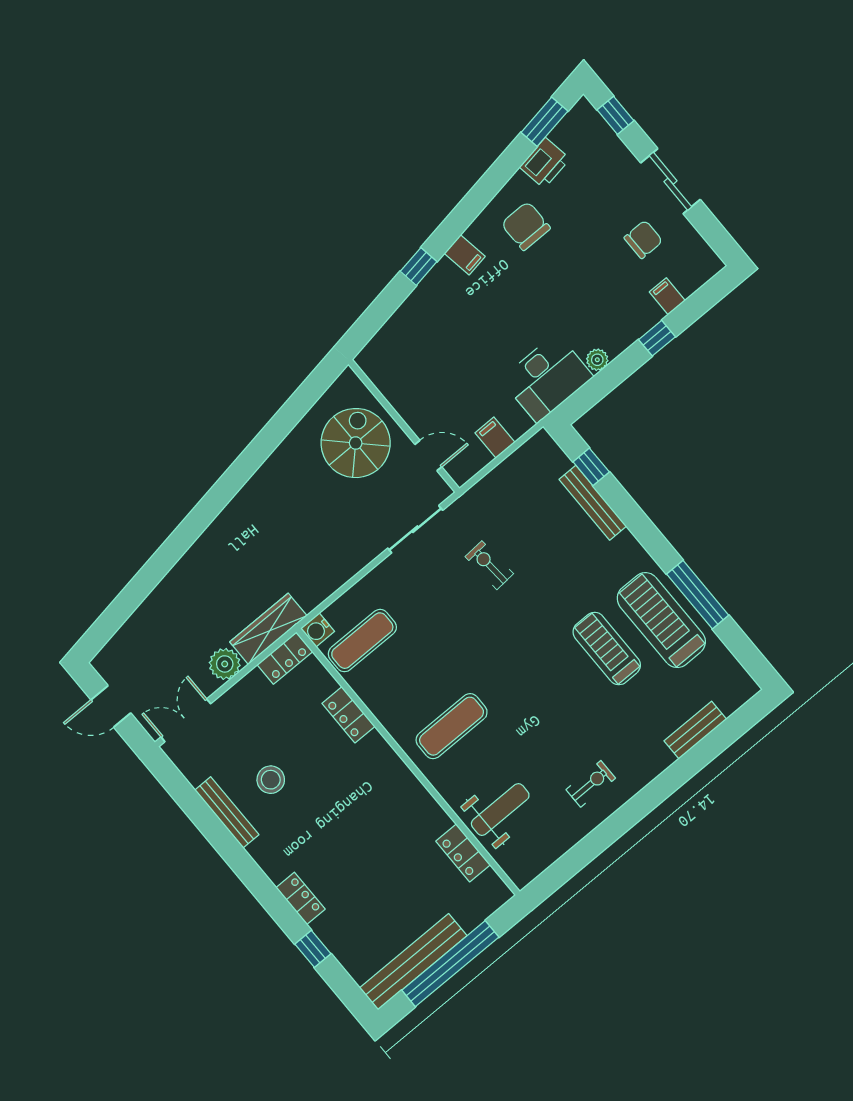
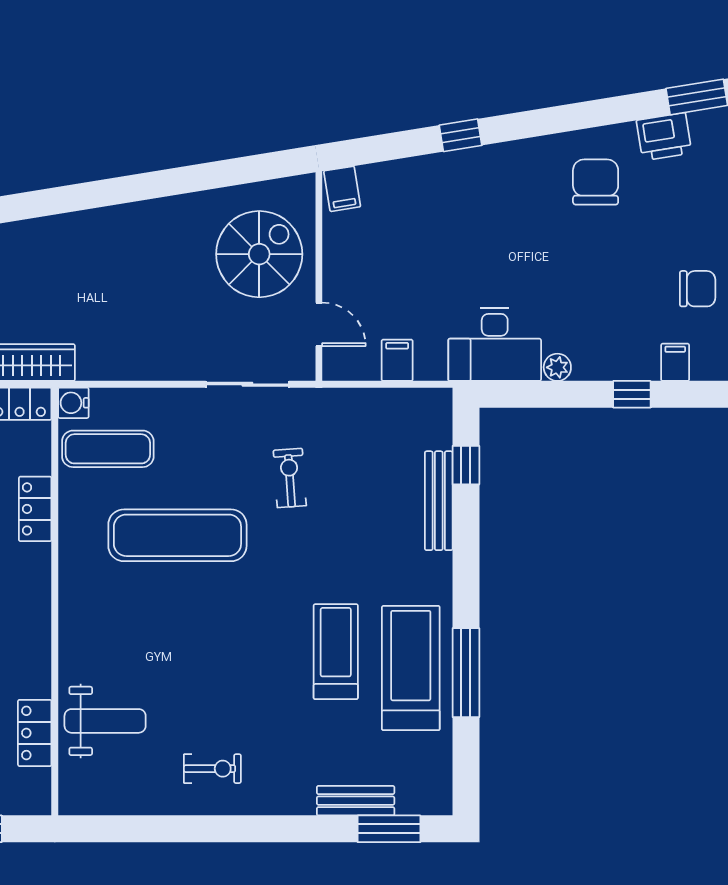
filing cabinet: (465, 255) -> (342, 189), moved
exercise mat: (452, 726) -> (177, 535), moved, width x1.36, depth x1.45
window: (730, 730) -> (389, 829), added

